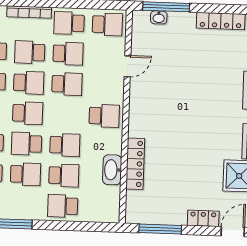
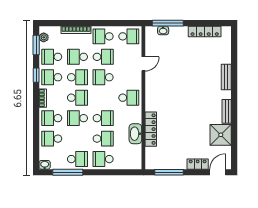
school desk: (67, 84) -> (103, 77), turned 180
school desk: (25, 174) -> (77, 159), moved

